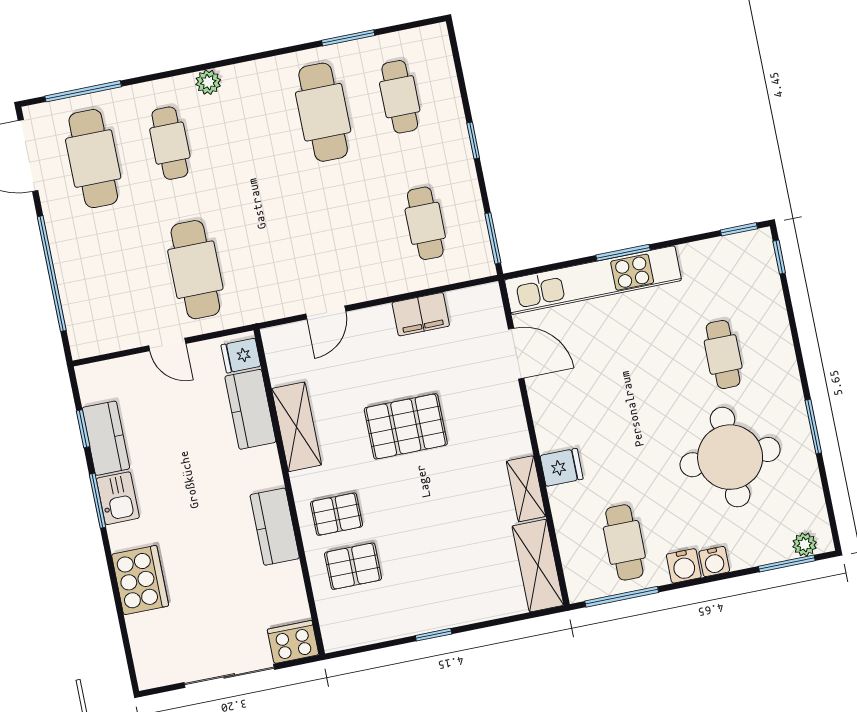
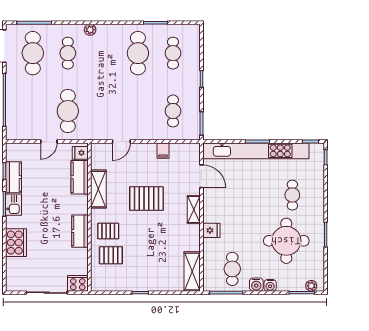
kitchen unit: (593, 280) -> (256, 151), width x1.36
filing cabinet: (421, 314) -> (163, 151), width x0.50
door: (167, 345) -> (49, 141), hinge flipped
shelving: (526, 489) -> (194, 210), moved

